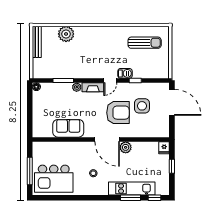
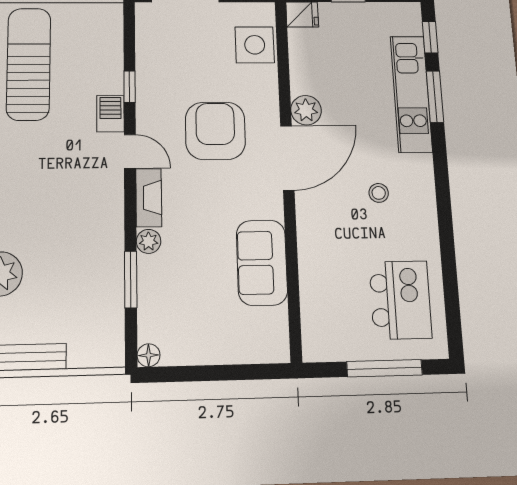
sun lounger: (145, 43) -> (29, 64), width x1.36, depth x1.34
side table: (142, 106) -> (255, 45), moved
kitchen island: (54, 179) -> (400, 300), width x0.73, depth x0.78

